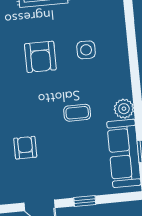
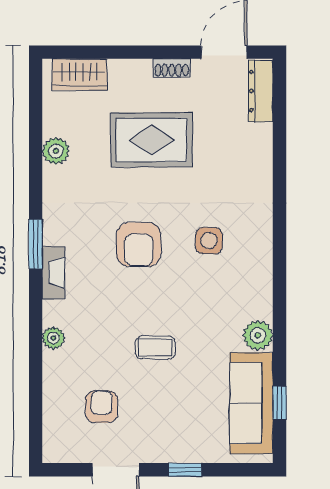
coffee table: (77, 113) -> (155, 348), moved
armchair: (25, 148) -> (102, 407), moved

